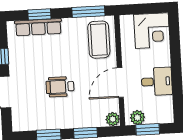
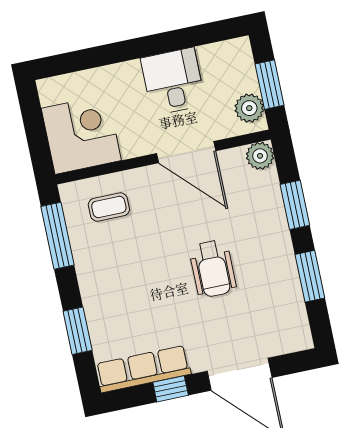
row of seats: (38, 27) -> (143, 369), moved, turned -90
corner desk: (152, 31) -> (81, 134), moved
coffee table: (99, 40) -> (109, 207), width x0.54, depth x0.58

